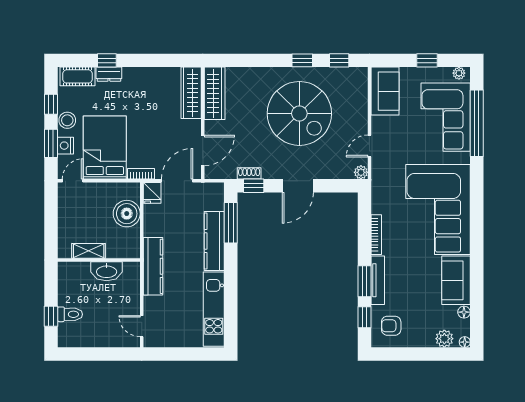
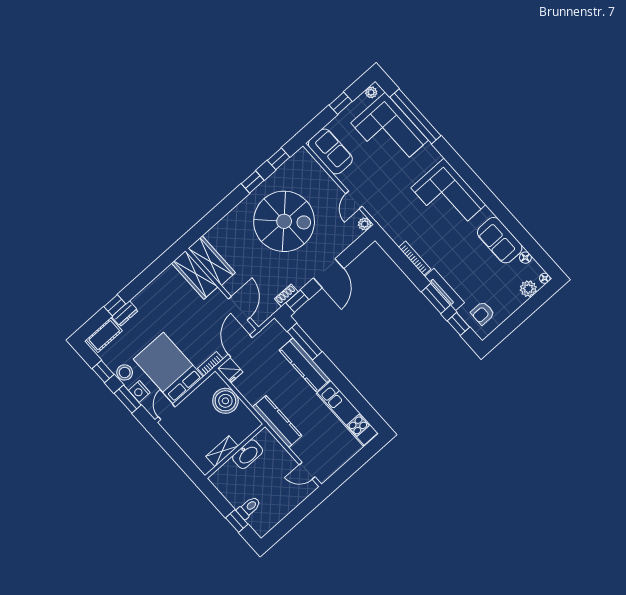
corner sofa: (438, 209) -> (448, 196), width x0.73, depth x0.74

